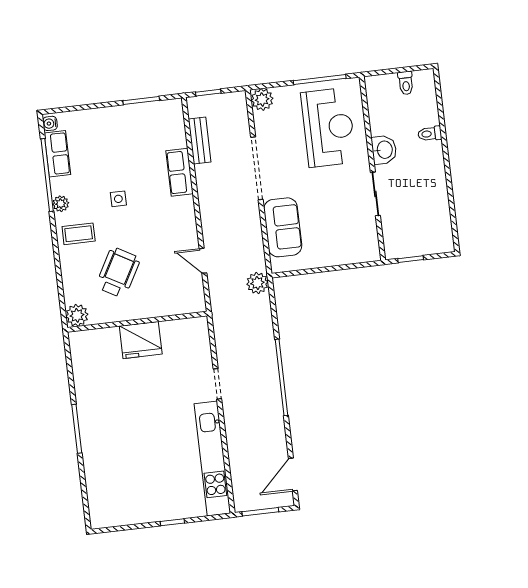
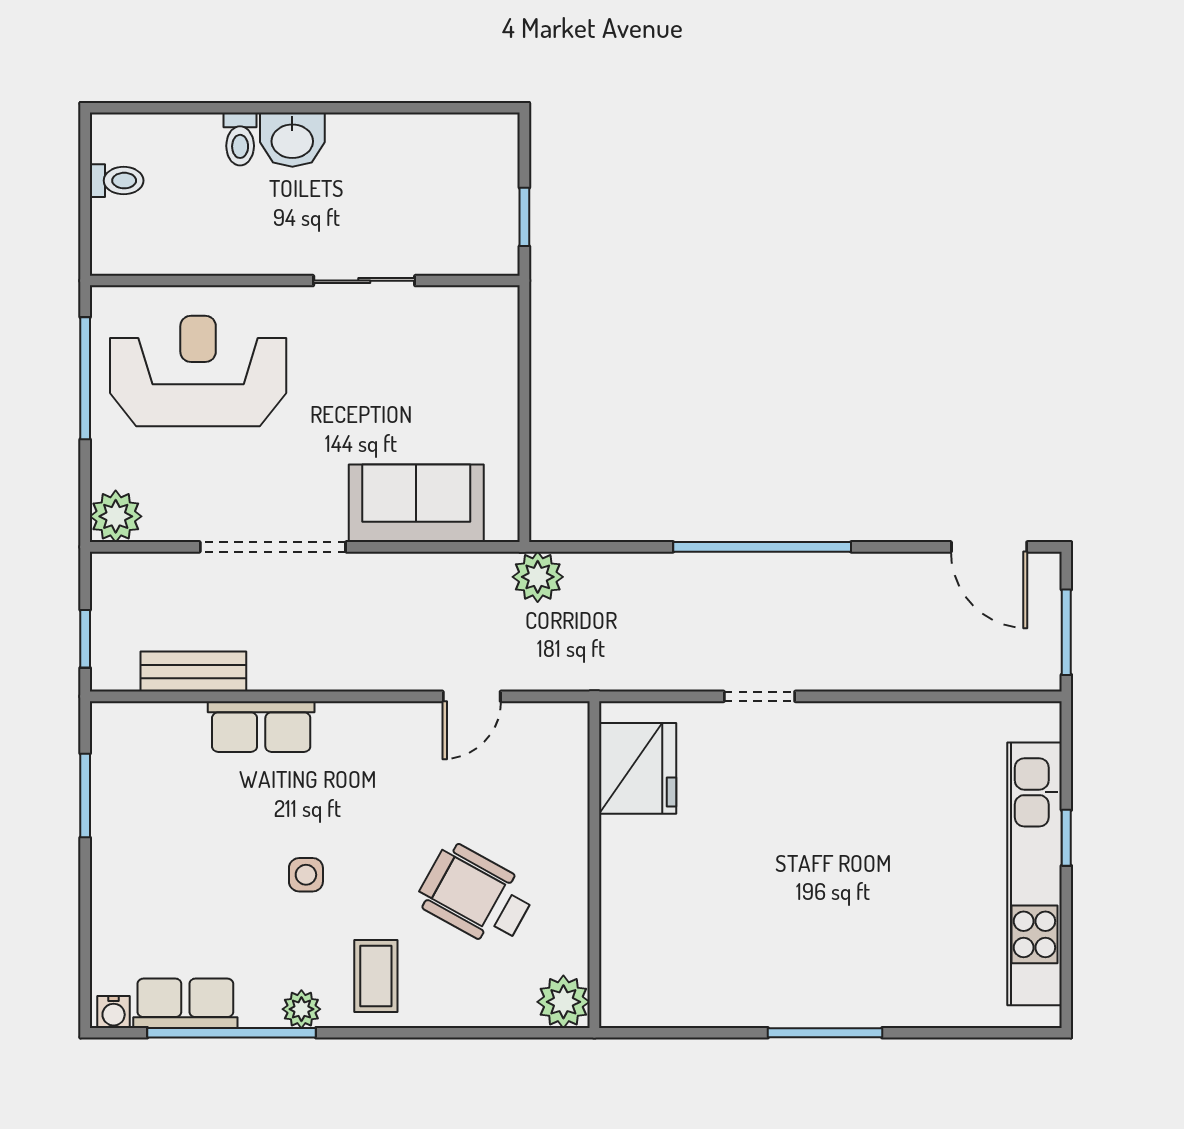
washbasin: (384, 150) -> (292, 140), moved, turned 180
fridge: (141, 340) -> (638, 768), moved
kitchen unit: (212, 458) -> (1034, 874), moved, turned 90

